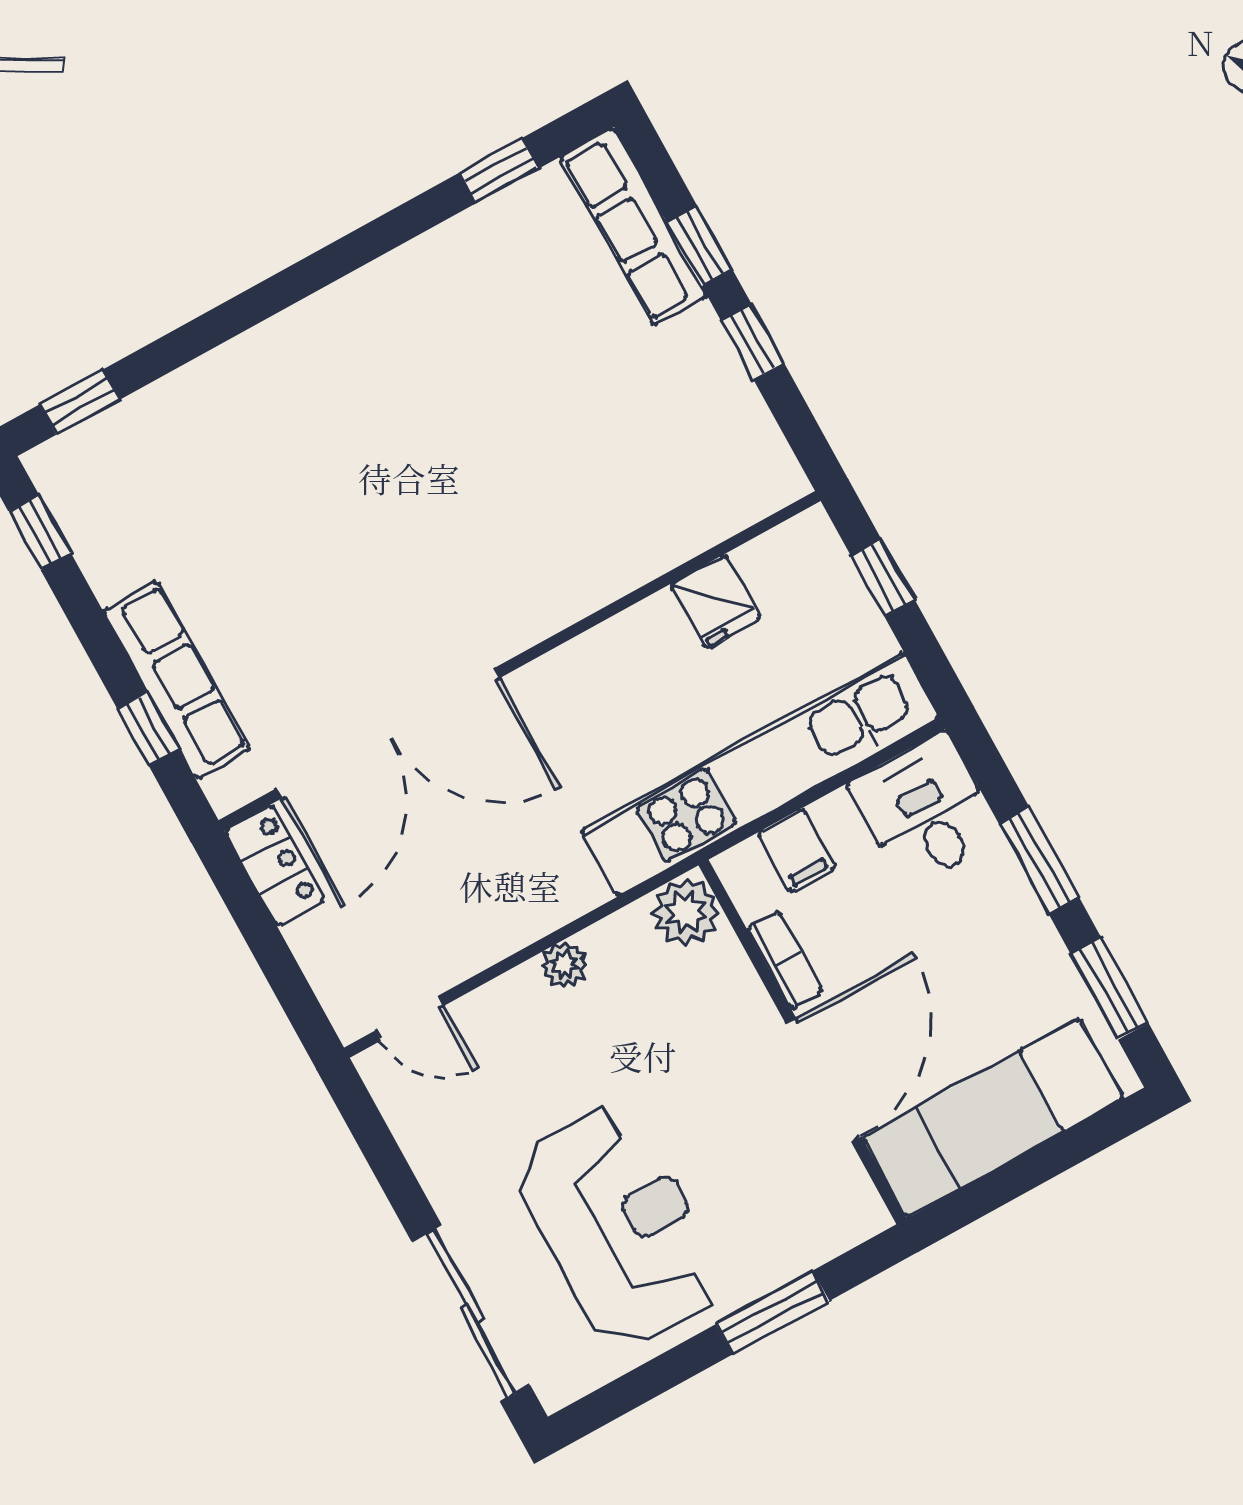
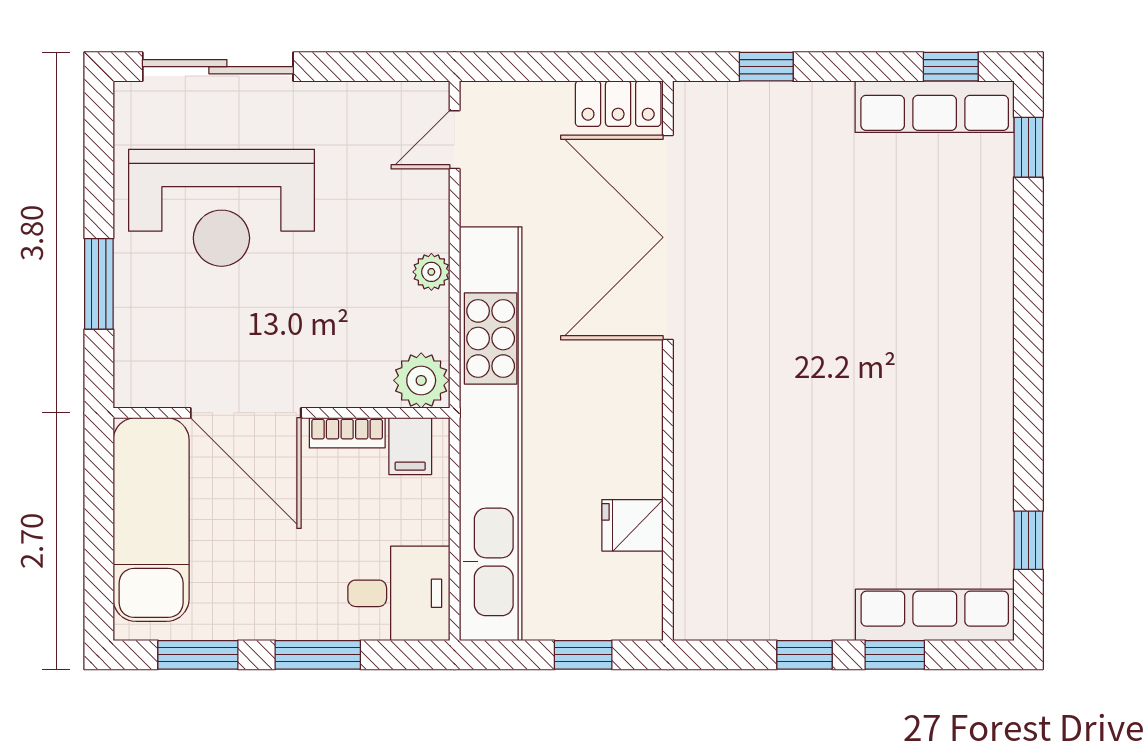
row of seats: (177, 680) -> (935, 107), moved
kitchen unit: (760, 774) -> (491, 434), width x1.36
filing cabinet: (797, 851) -> (410, 446), moved, turned -90

